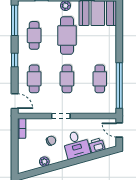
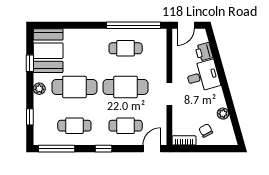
cafe table: (67, 79) -> (126, 87), width x1.37, depth x1.35
chair: (51, 141) -> (206, 131), moved

